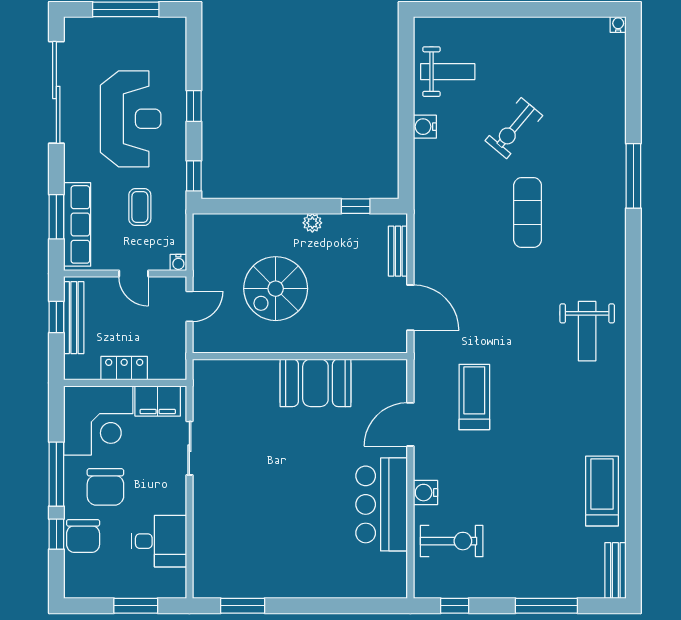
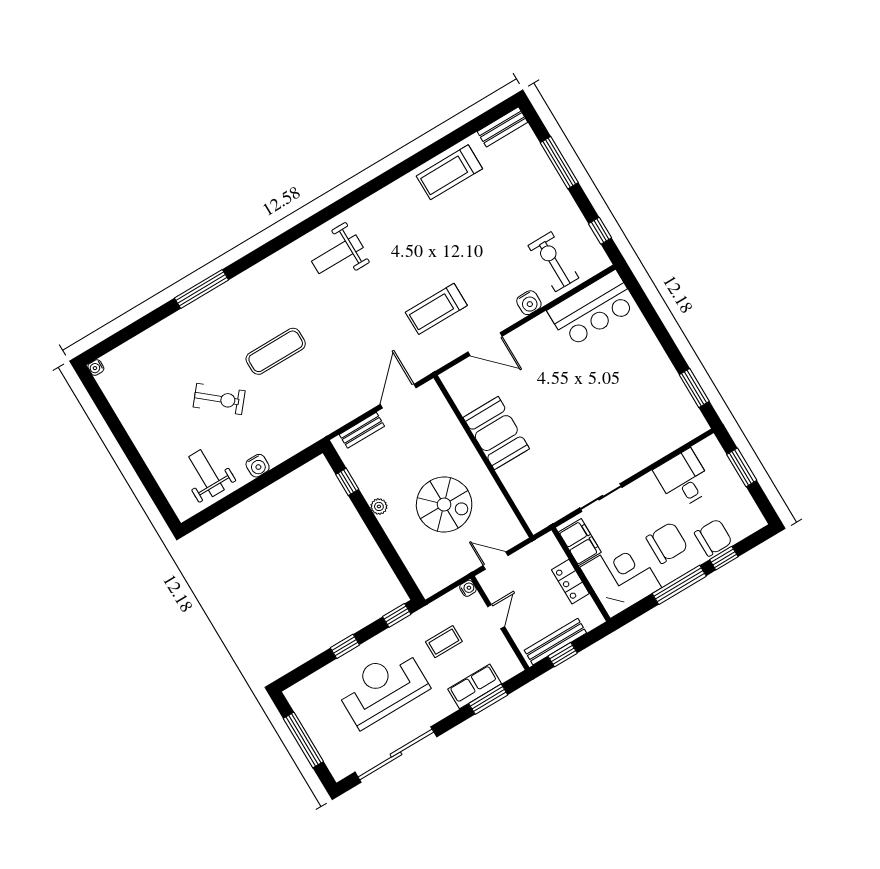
row of seats: (77, 224) -> (475, 686), width x0.68
weight bench: (587, 331) -> (337, 254), turned 180
bar counter: (382, 504) -> (593, 309), moved

